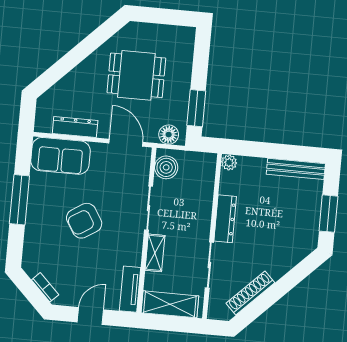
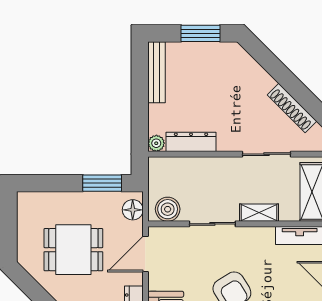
dining table: (136, 75) -> (73, 250), turned 90
dresser: (225, 219) -> (191, 142), moved

